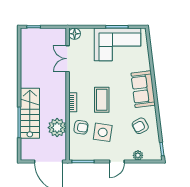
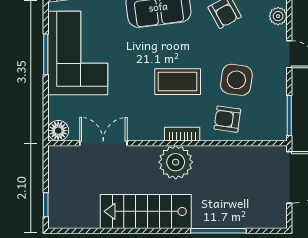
double door: (68, 59) -> (103, 143), swing flipped
stairs: (30, 113) -> (146, 211), moved
armchair: (81, 127) -> (227, 119), turned -91
plant: (57, 128) -> (176, 162), moved

